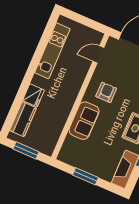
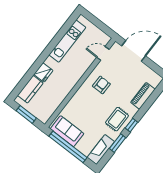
sofa: (84, 121) -> (67, 131), moved, turned -90
window: (85, 176) -> (68, 147), width x2.11

